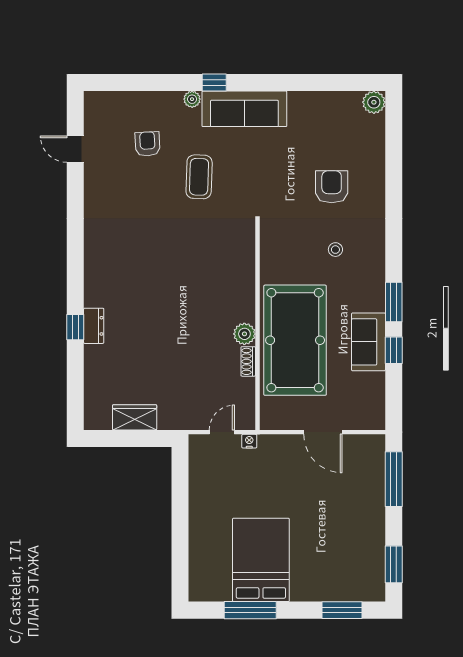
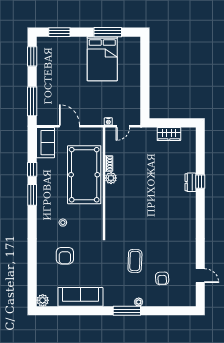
window: (214, 82) -> (127, 311), width x2.17
sofa: (244, 109) -> (80, 297), moved
sofa: (368, 342) -> (45, 143), moved

